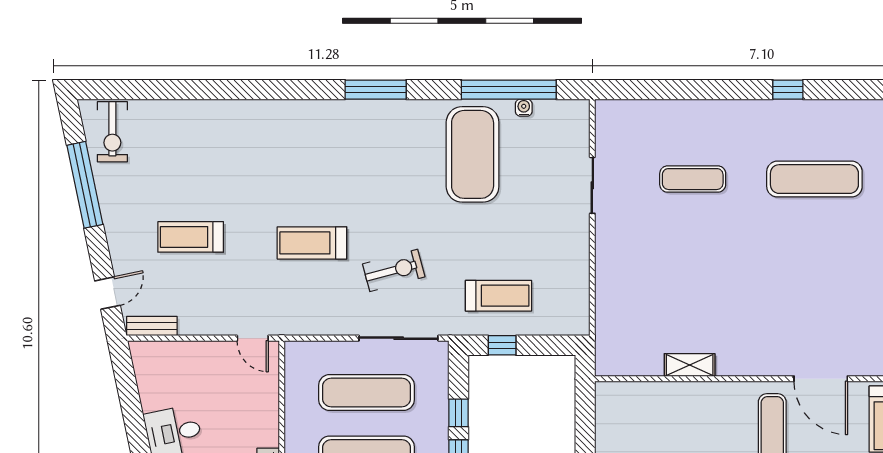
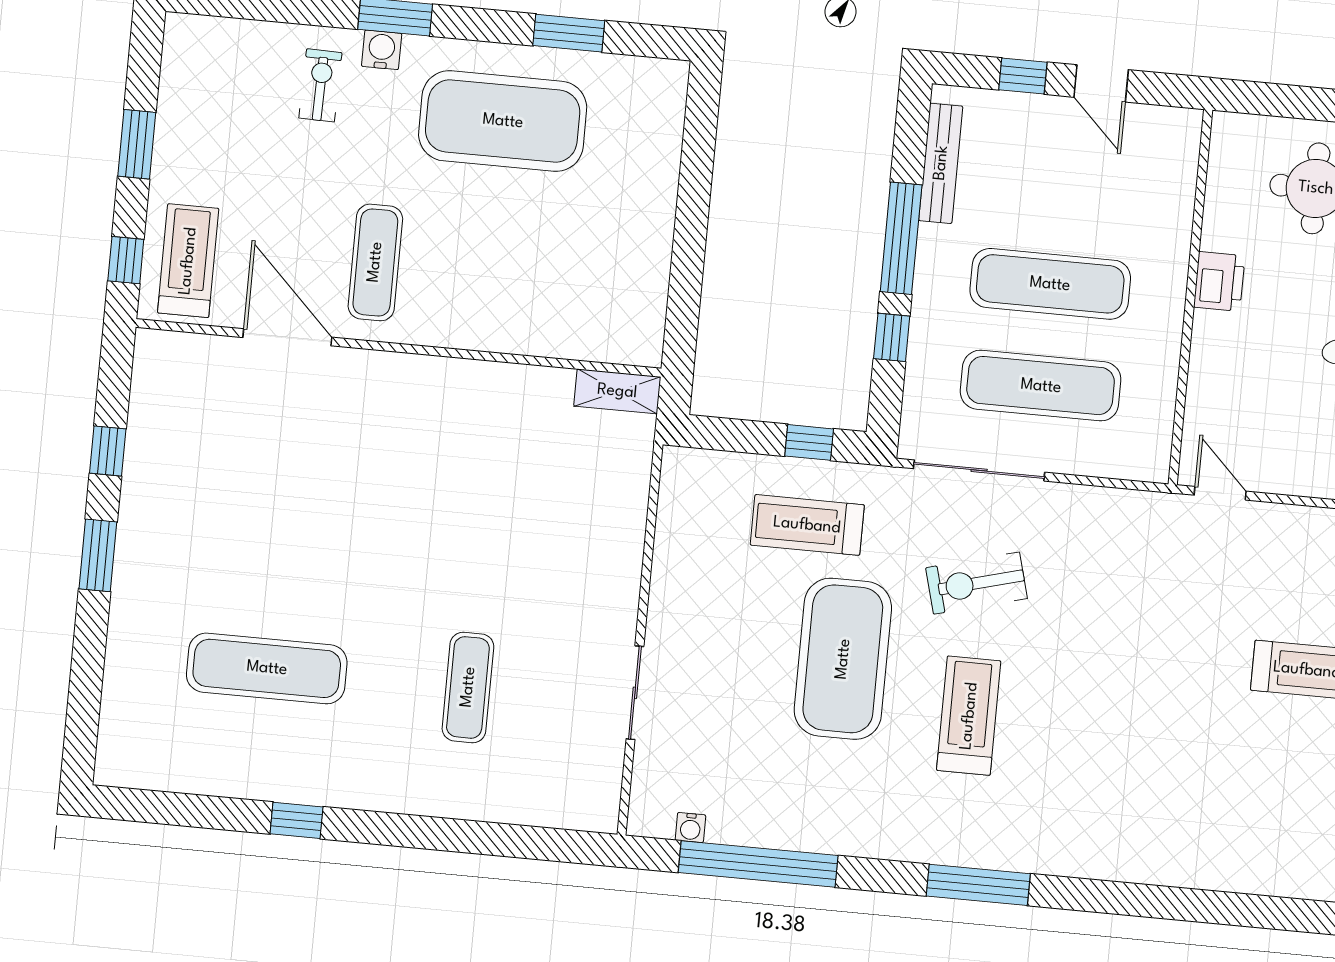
water cooler: (524, 108) -> (690, 828), moved
exercise mat: (473, 154) -> (843, 659), moved
exercise mat: (693, 179) -> (468, 687), turned 90
treadmill: (312, 243) -> (969, 716), moved, turned -90
shelving: (690, 365) -> (617, 391), moved

